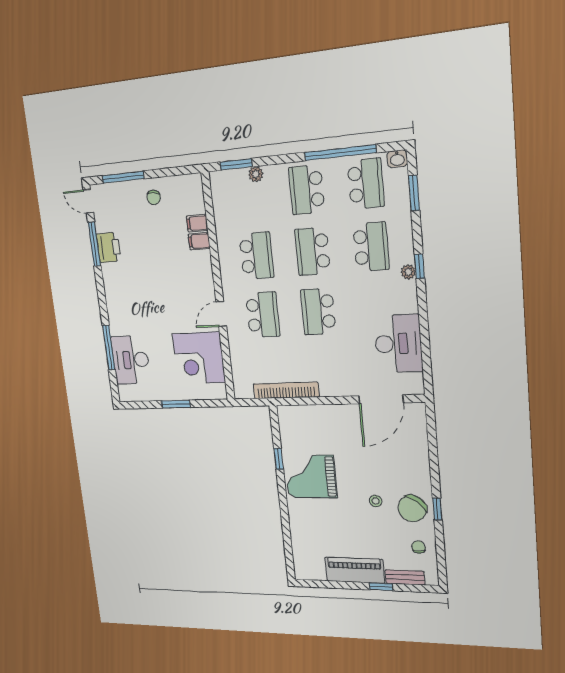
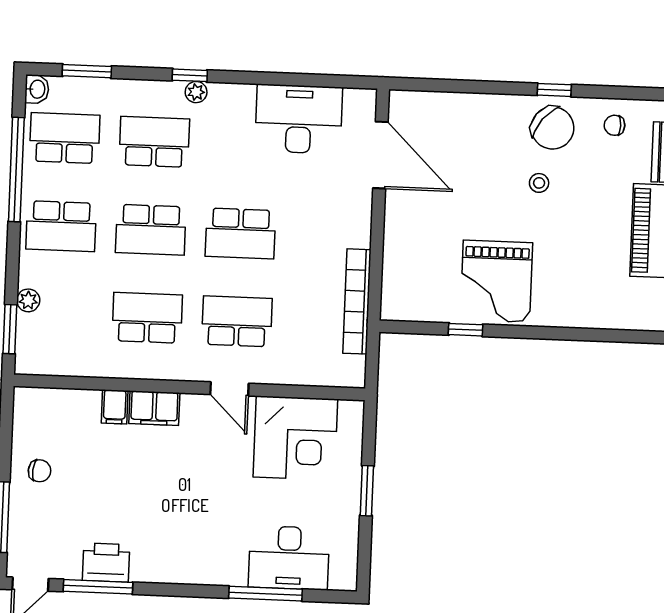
filing cabinet: (197, 223) -> (154, 408), moved, width x2.00

